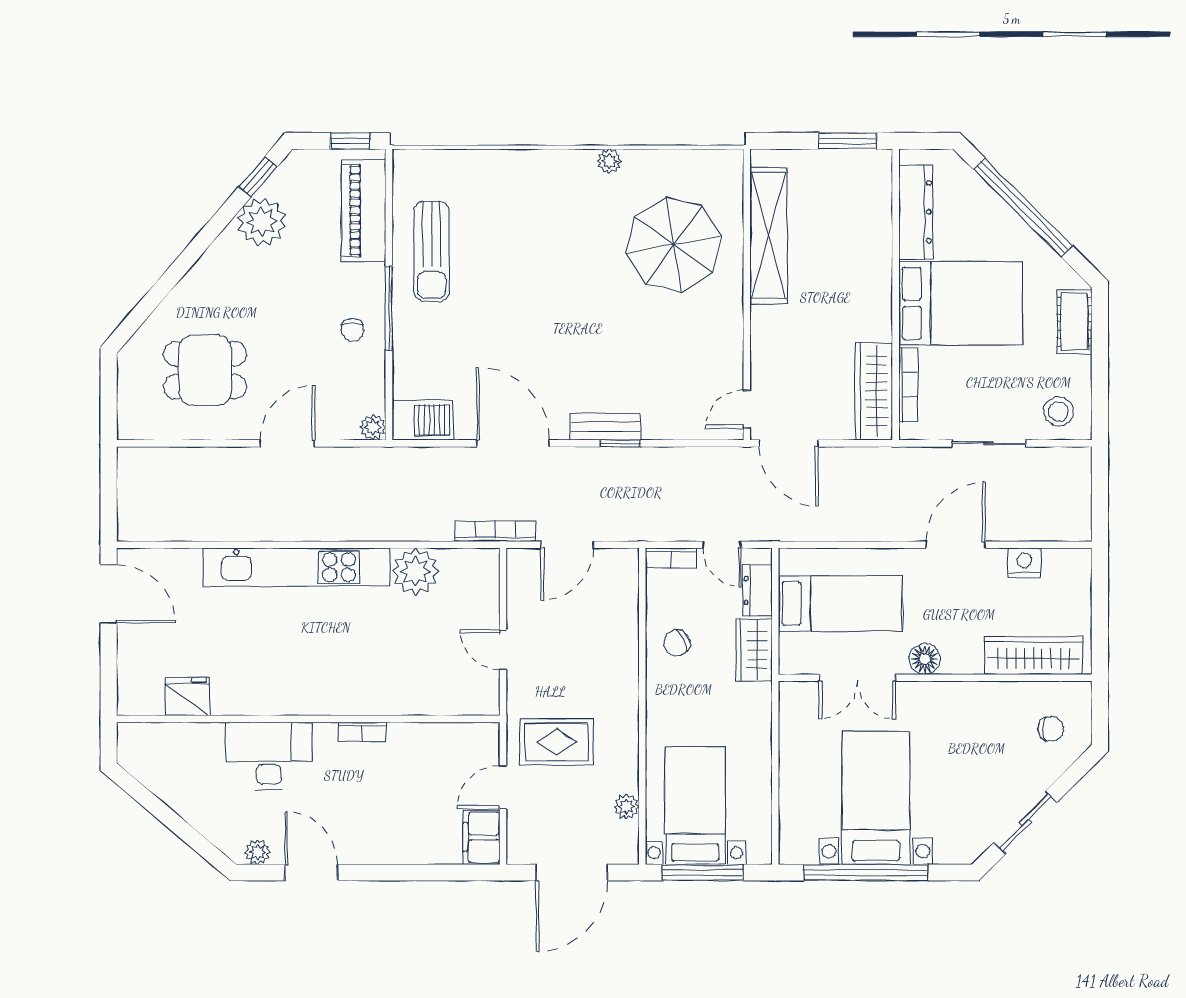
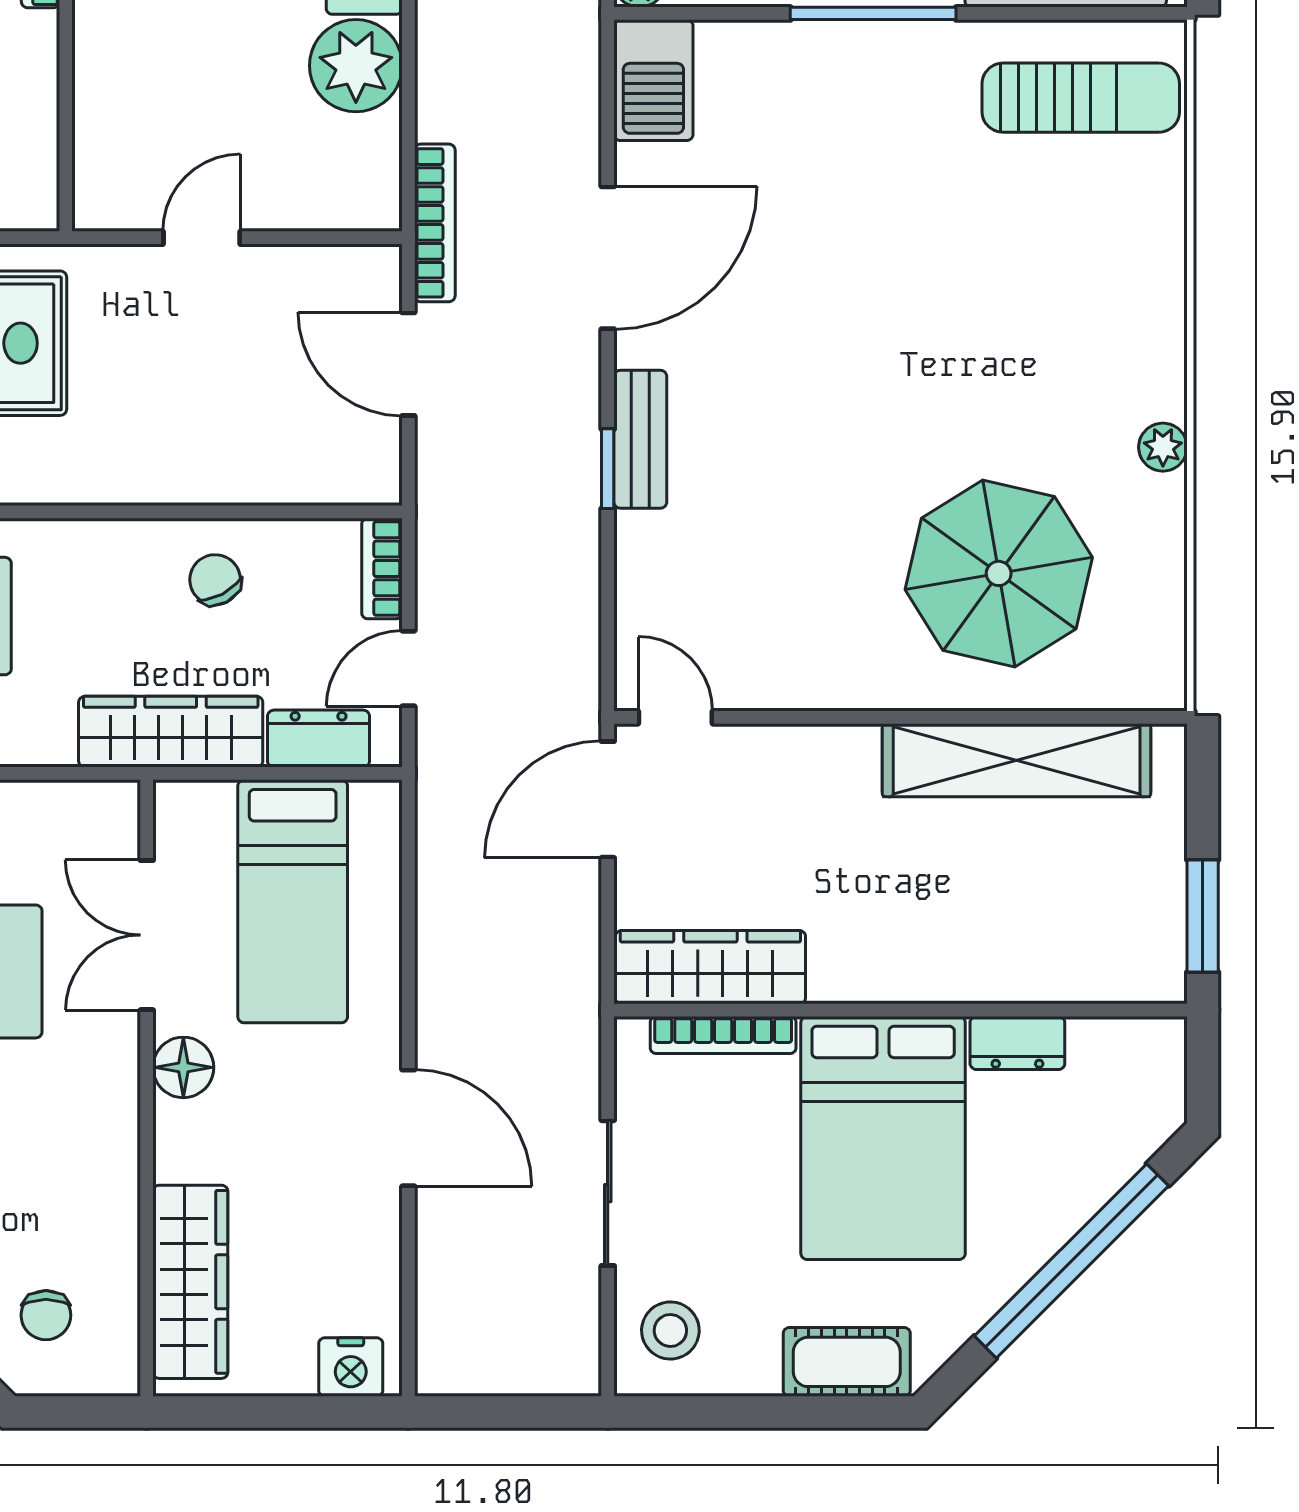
dresser: (916, 212) -> (1017, 1043), width x0.51, depth x0.80
sun lounger: (432, 251) -> (1081, 98), moved, turned 180
nightstand: (1024, 563) -> (351, 1367), moved, turned 90
wardrobe: (754, 650) -> (171, 732), width x1.50

